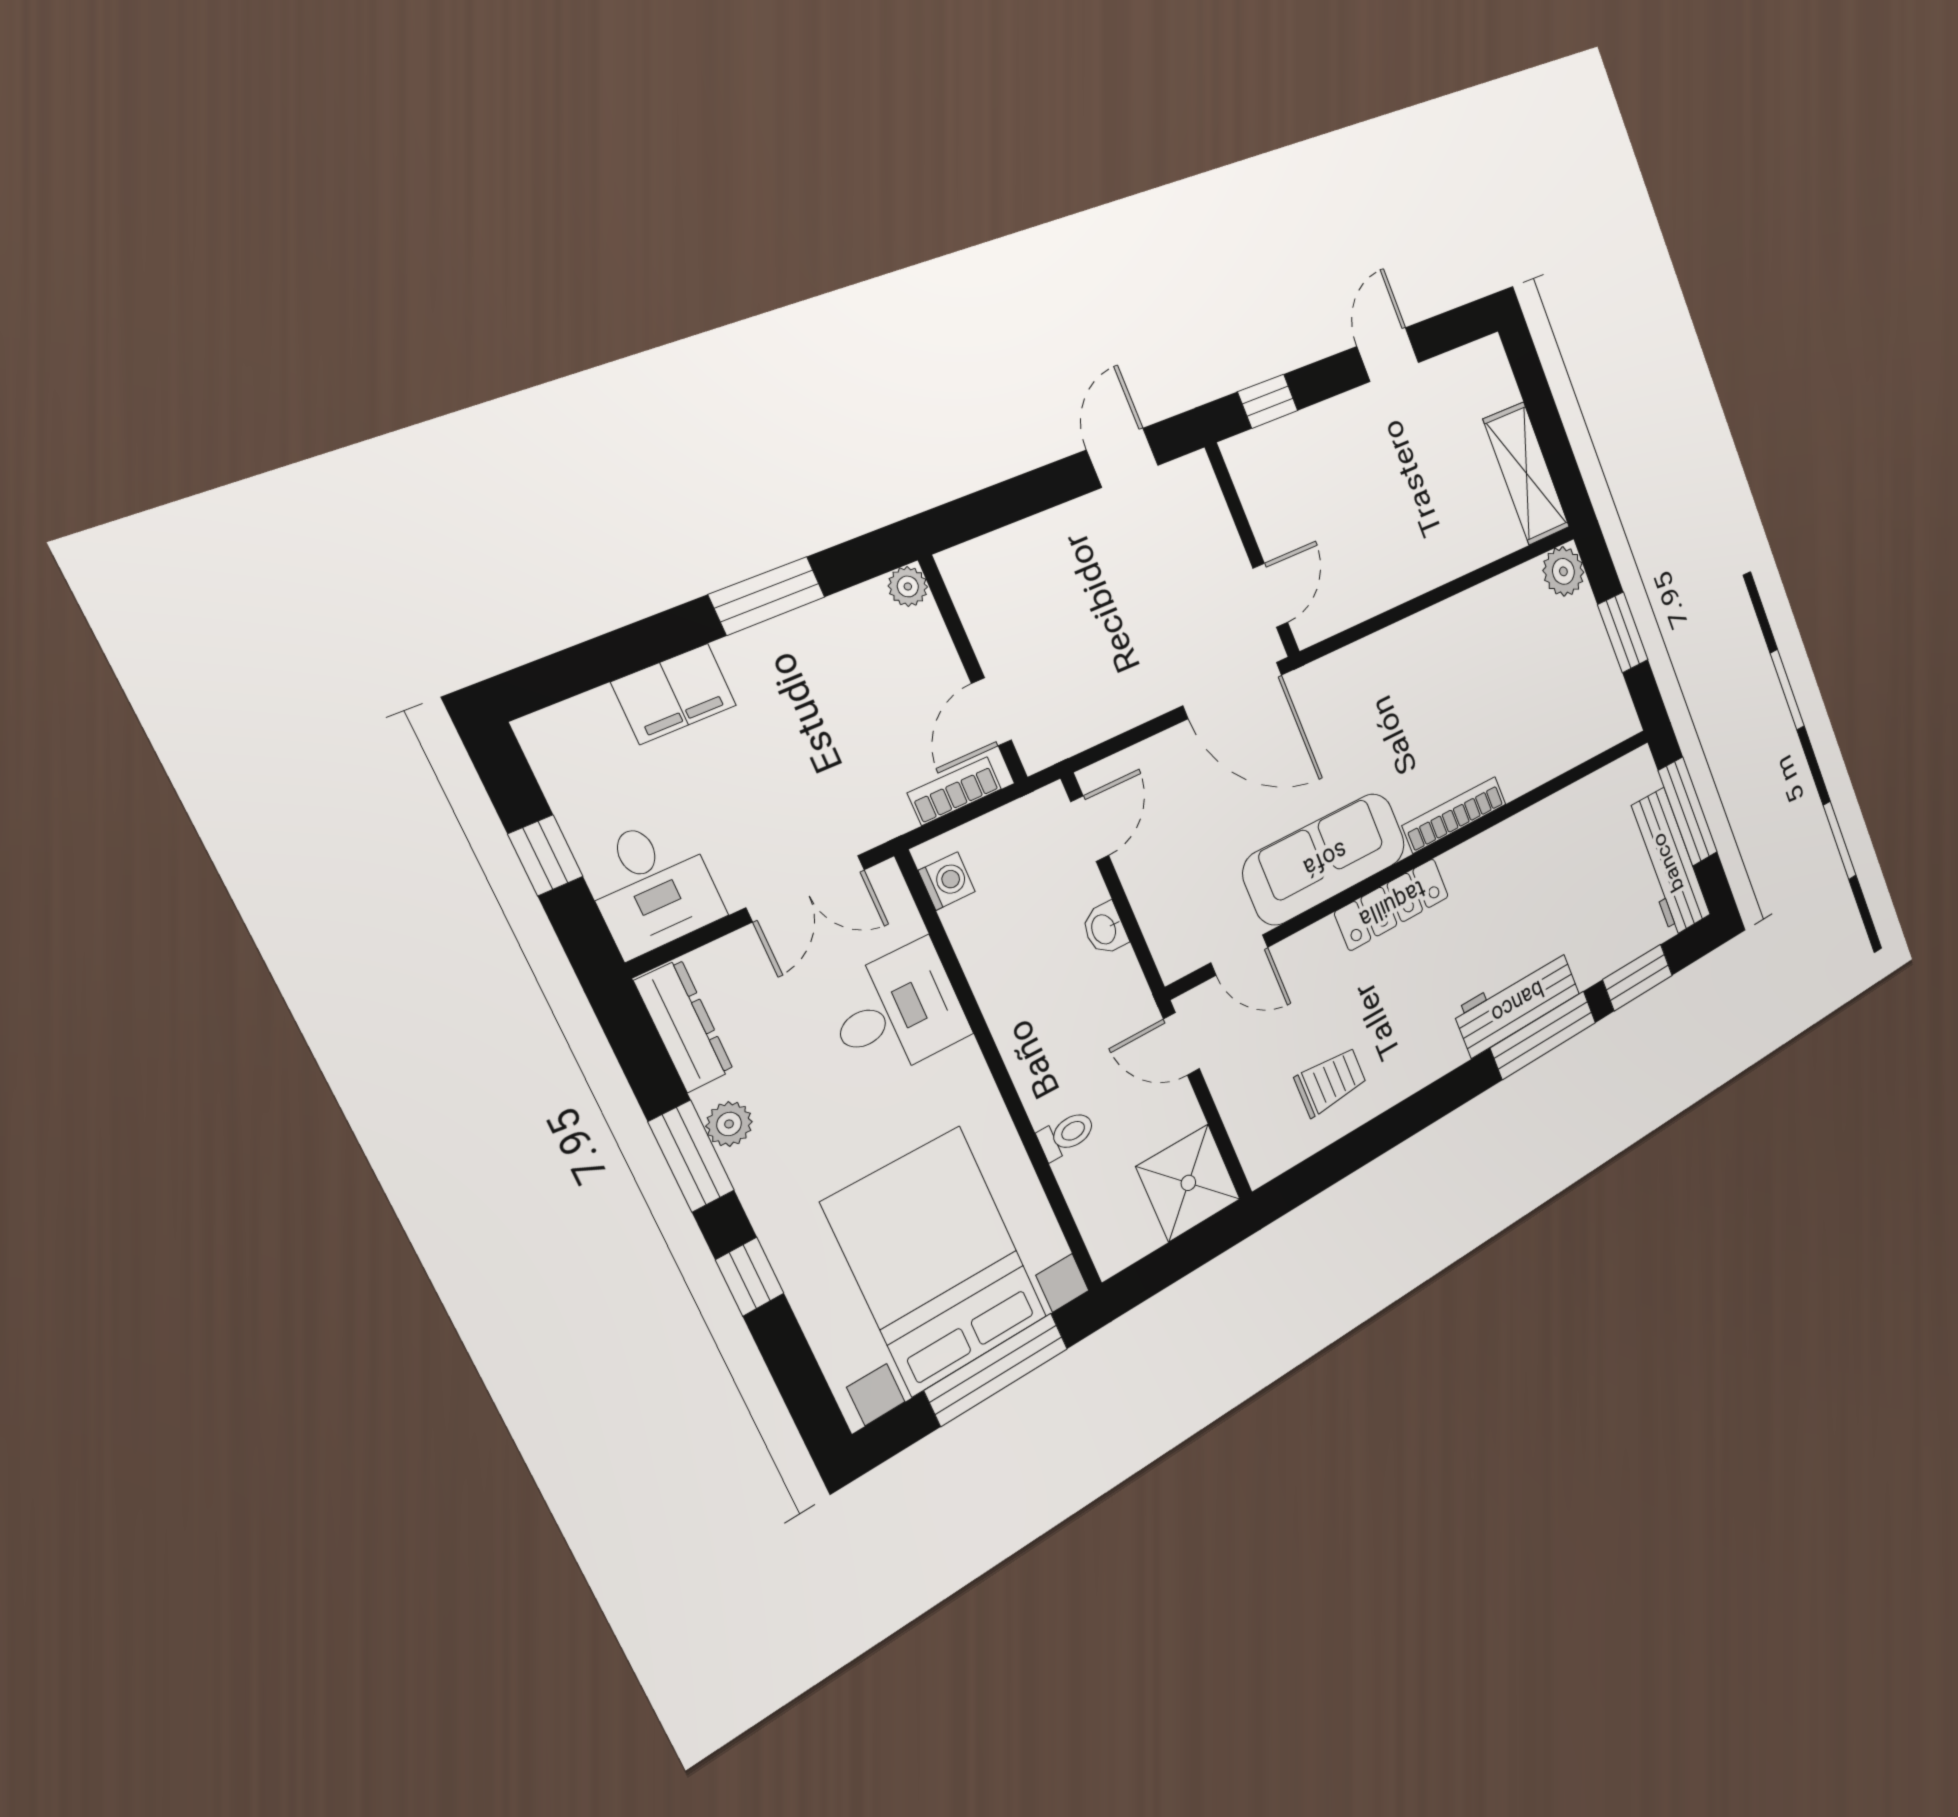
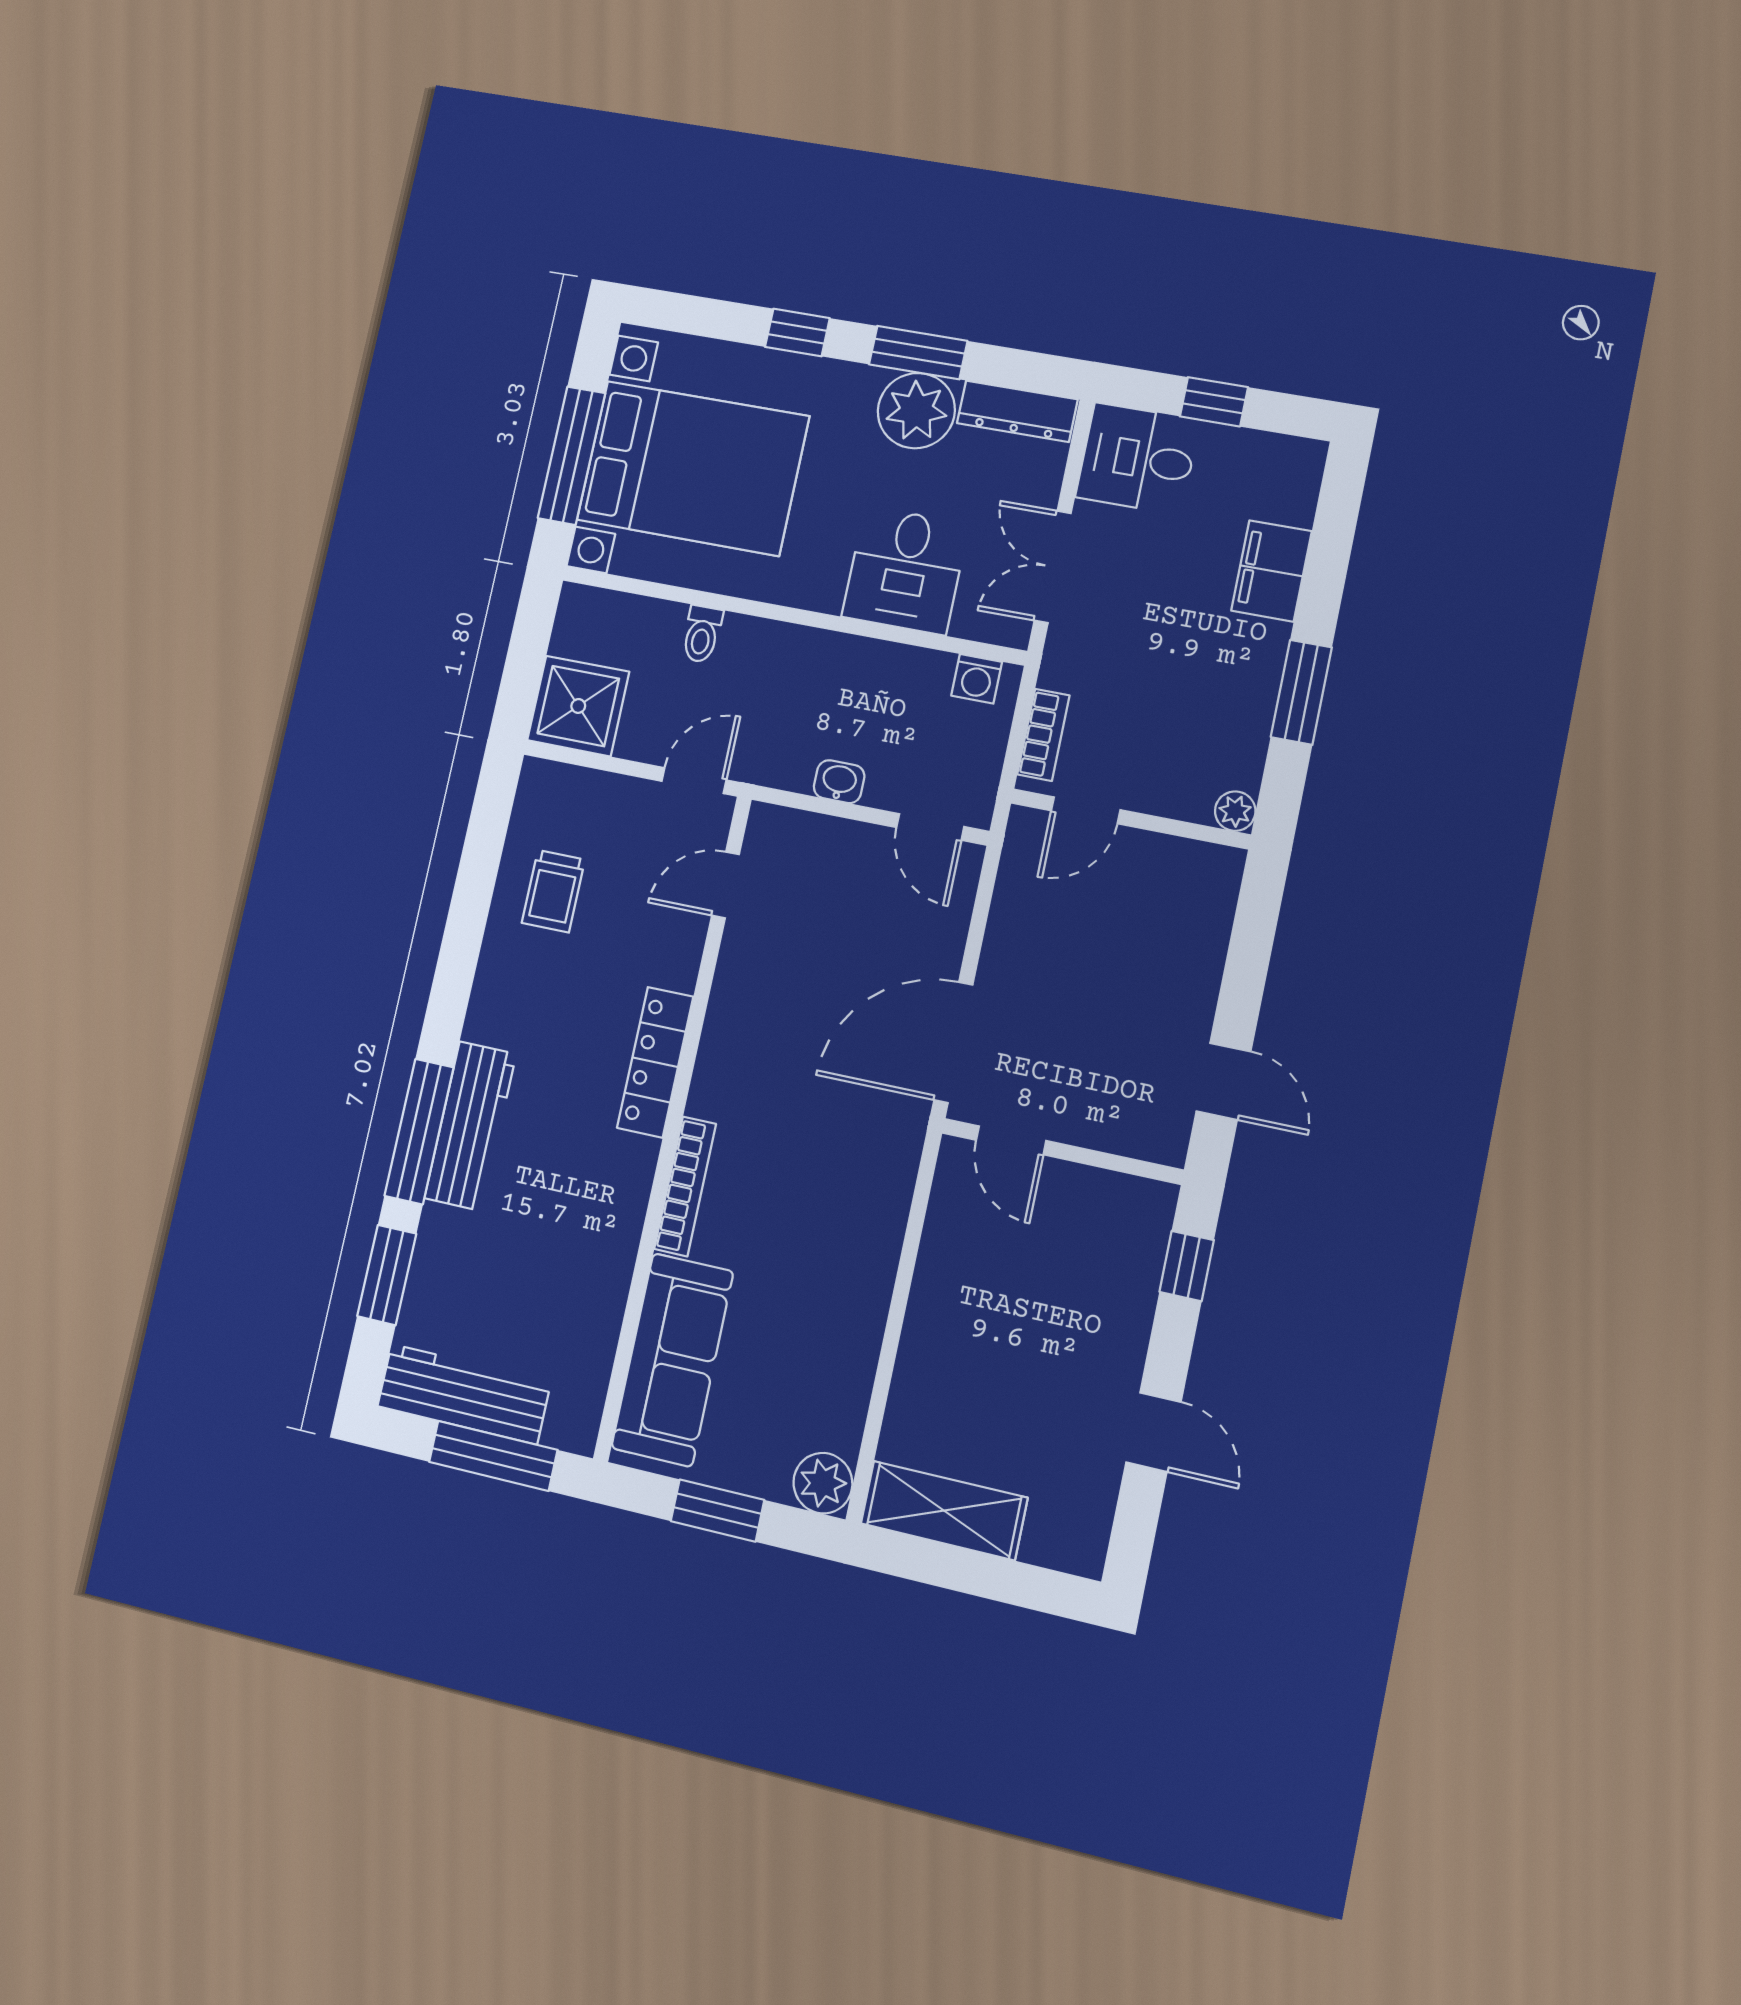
door: (991, 712) -> (1086, 810), swing flipped
sofa: (1325, 859) -> (672, 1360), moved
plant: (729, 1124) -> (916, 411), width x1.88, depth x1.88

